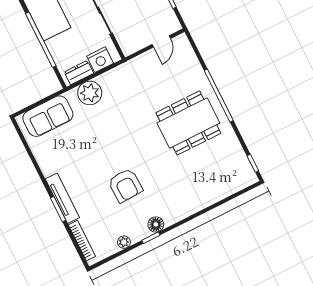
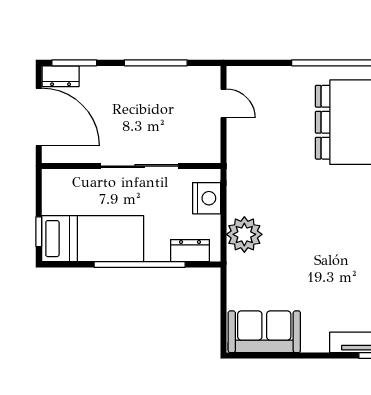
dresser: (79, 73) -> (190, 251), moved, turned 90
sofa: (48, 116) -> (264, 332), moved, turned -90

